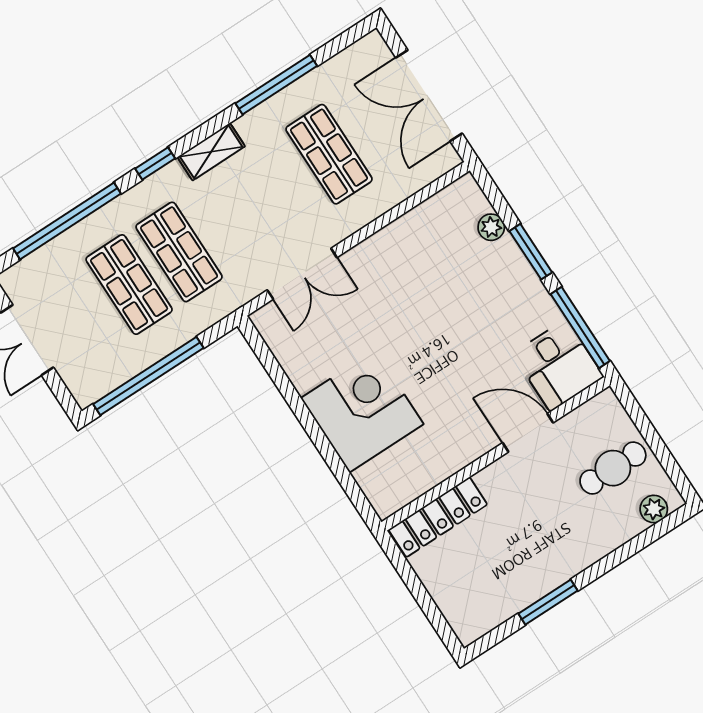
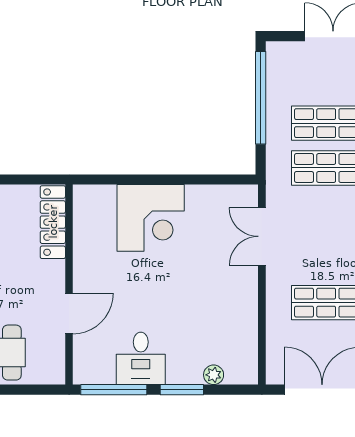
desk: (558, 365) -> (141, 358), moved, turned -90

